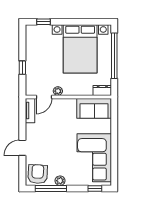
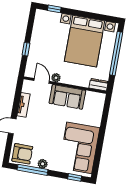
door: (44, 97) -> (42, 81), swing flipped
sofa: (94, 108) -> (67, 97), moved
tv unit: (30, 111) -> (24, 105), moved
armchair: (38, 174) -> (22, 154), turned 87

